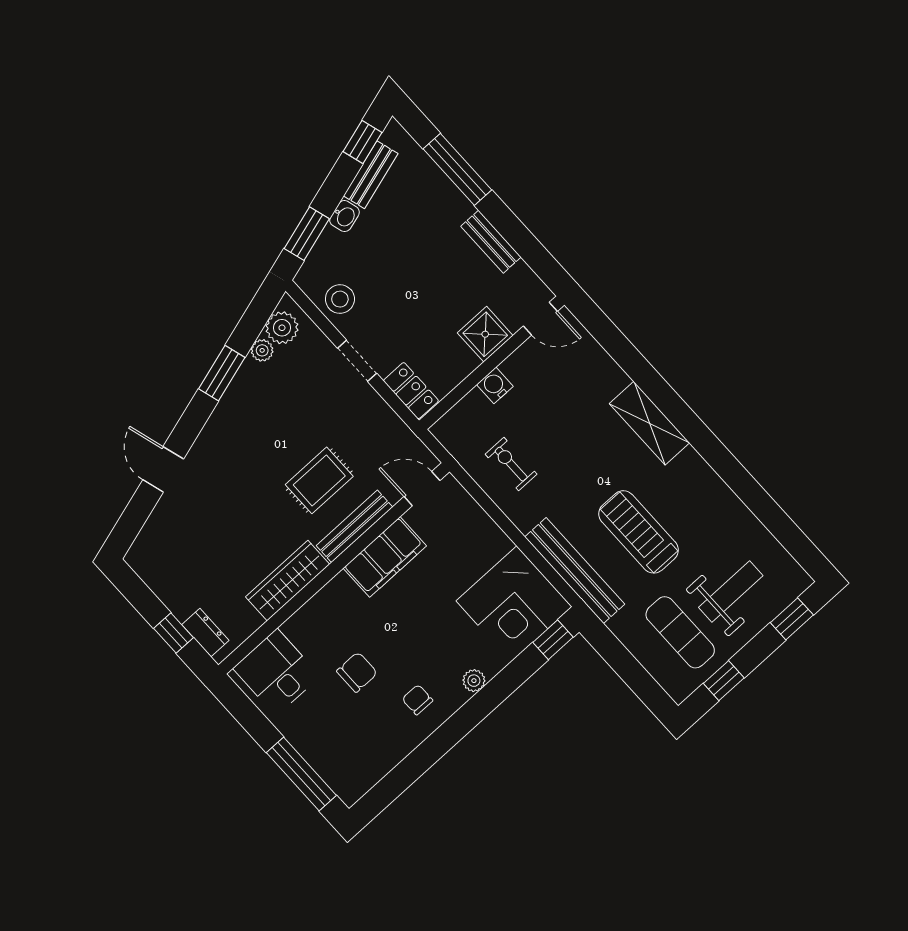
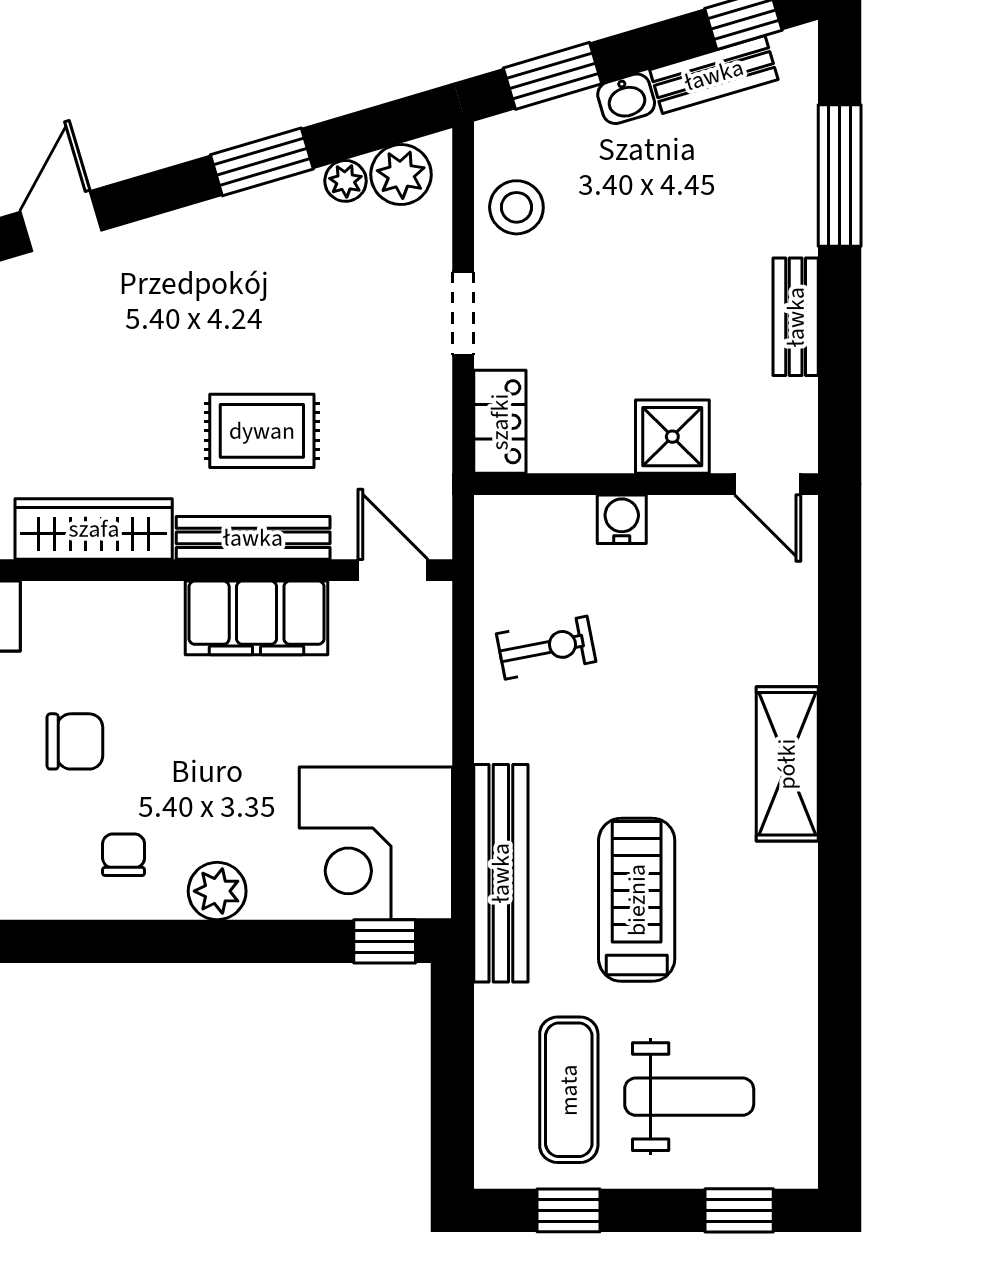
exercise bike: (511, 464) -> (546, 648), turned 79
plant: (474, 681) -> (217, 891), width x1.38, depth x1.38

